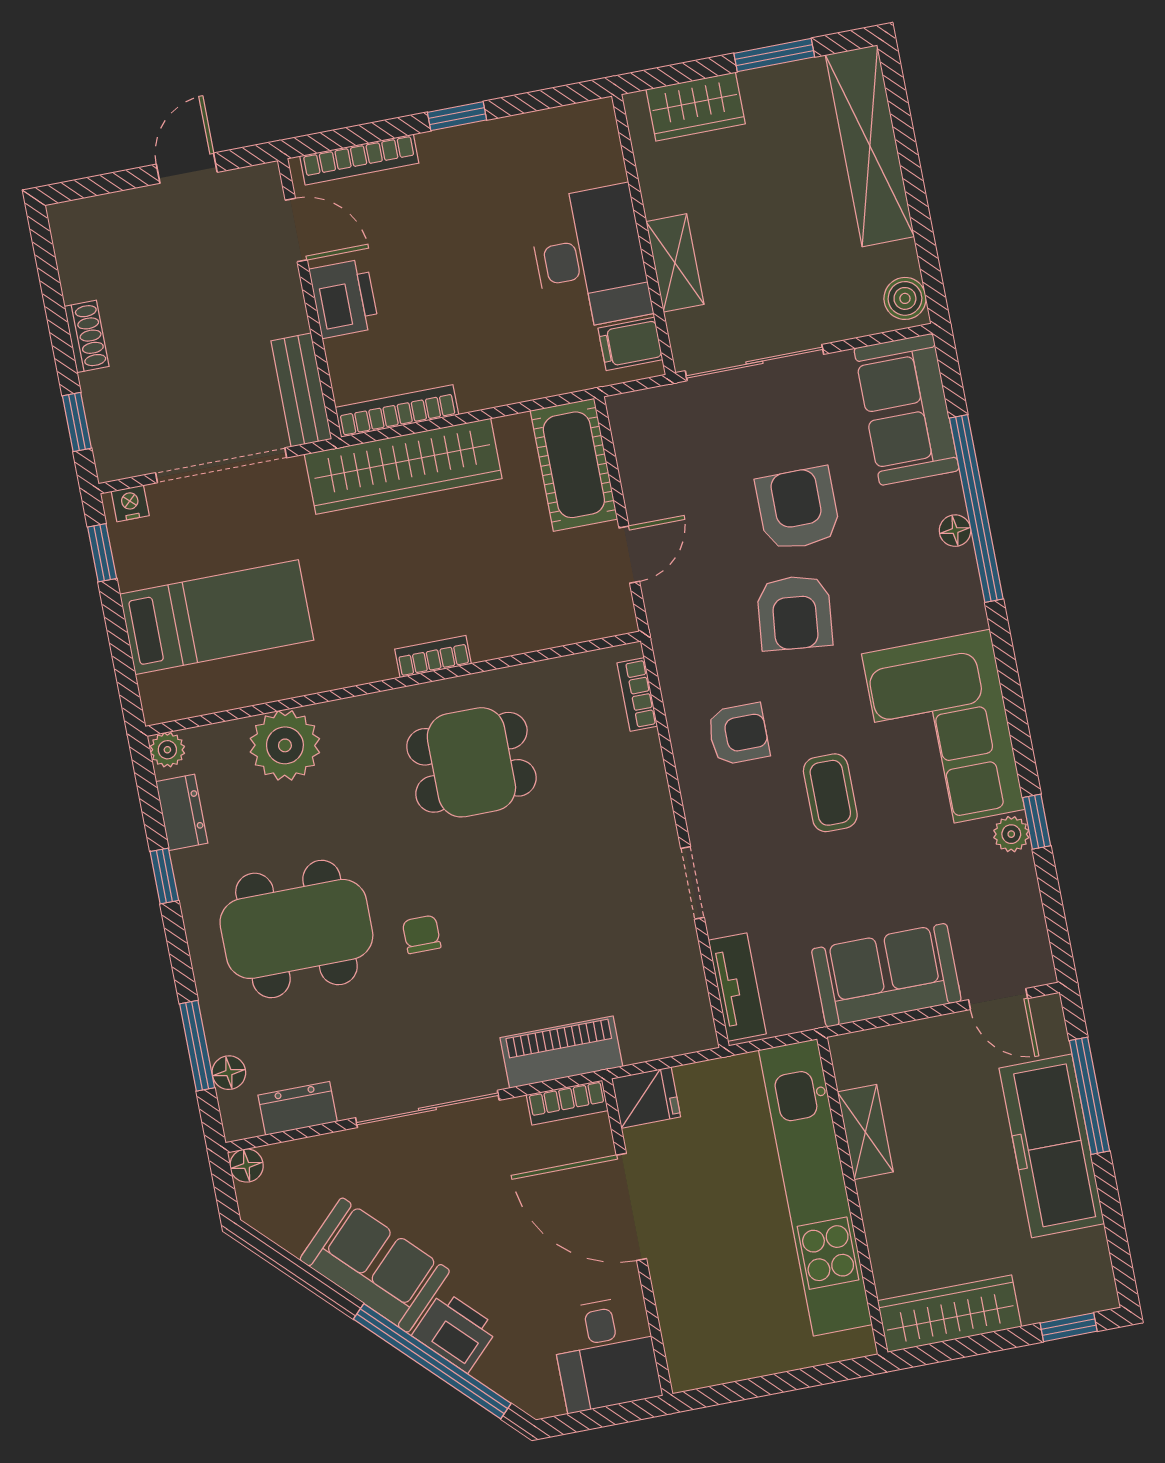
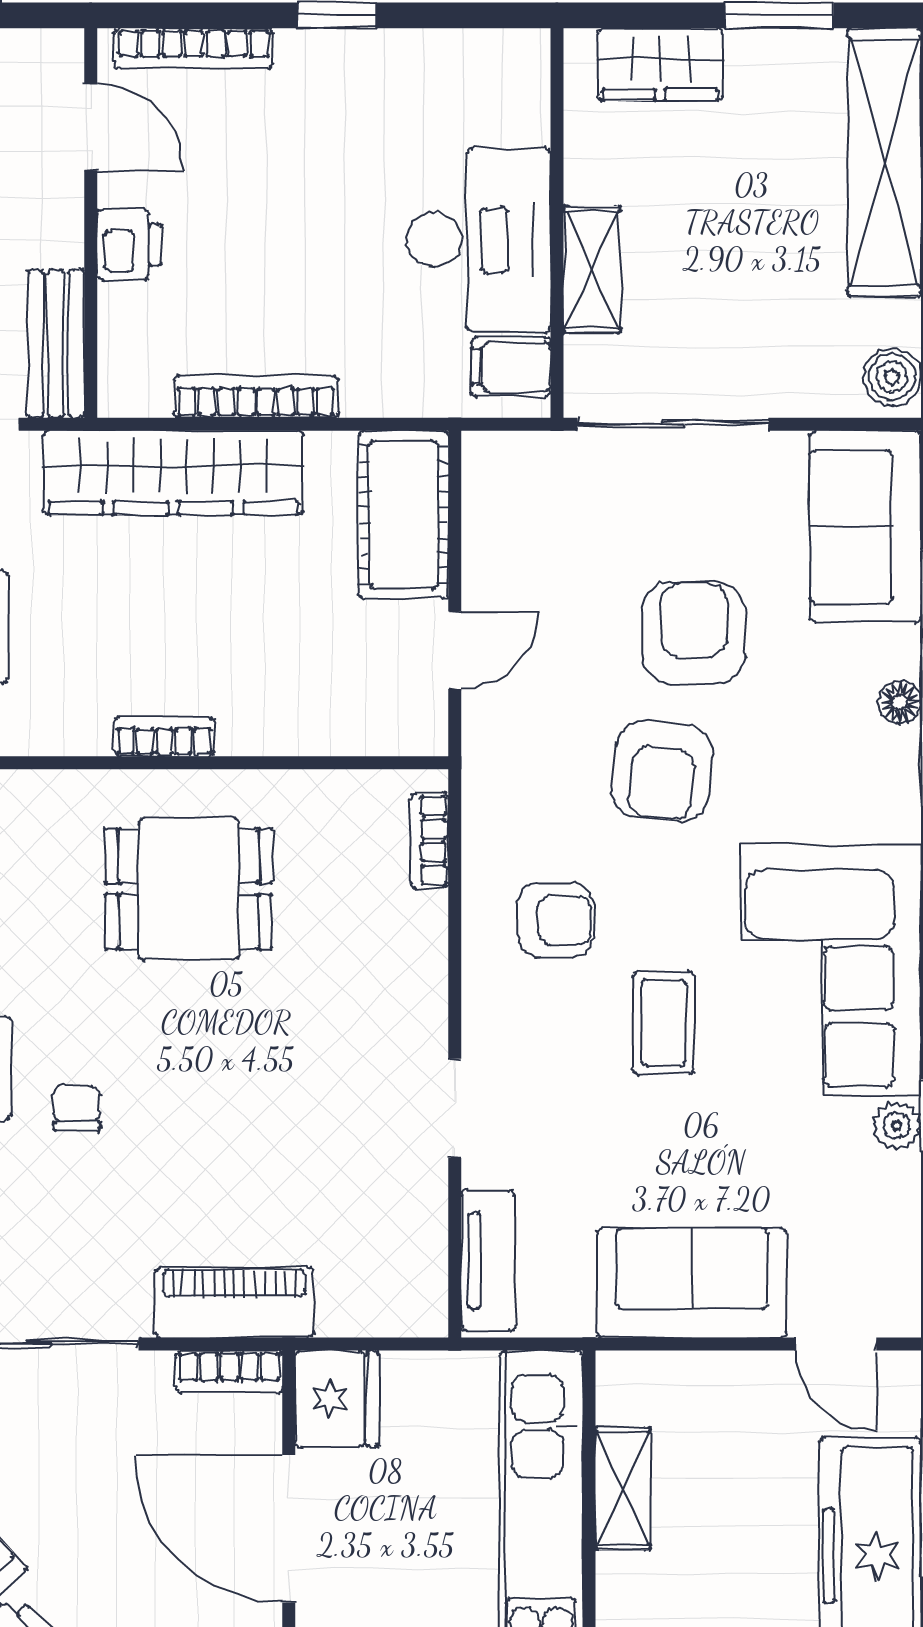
printer: (344, 298) -> (129, 244), width x0.73, depth x0.81
bookcase: (397, 411) -> (256, 397), moved
fridge: (646, 1098) -> (337, 1399), width x1.38

